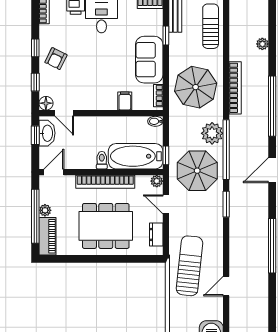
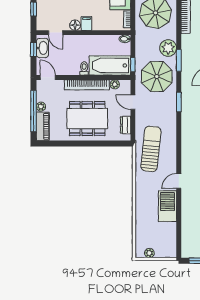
filing cabinet: (125, 101) -> (86, 23), moved
floor lamp: (46, 103) -> (75, 25), moved
window: (226, 150) -> (179, 60), width x0.47
door: (54, 172) -> (48, 77), hinge flipped
plant: (157, 181) -> (115, 84), moved
door: (226, 286) -> (179, 181), moved

